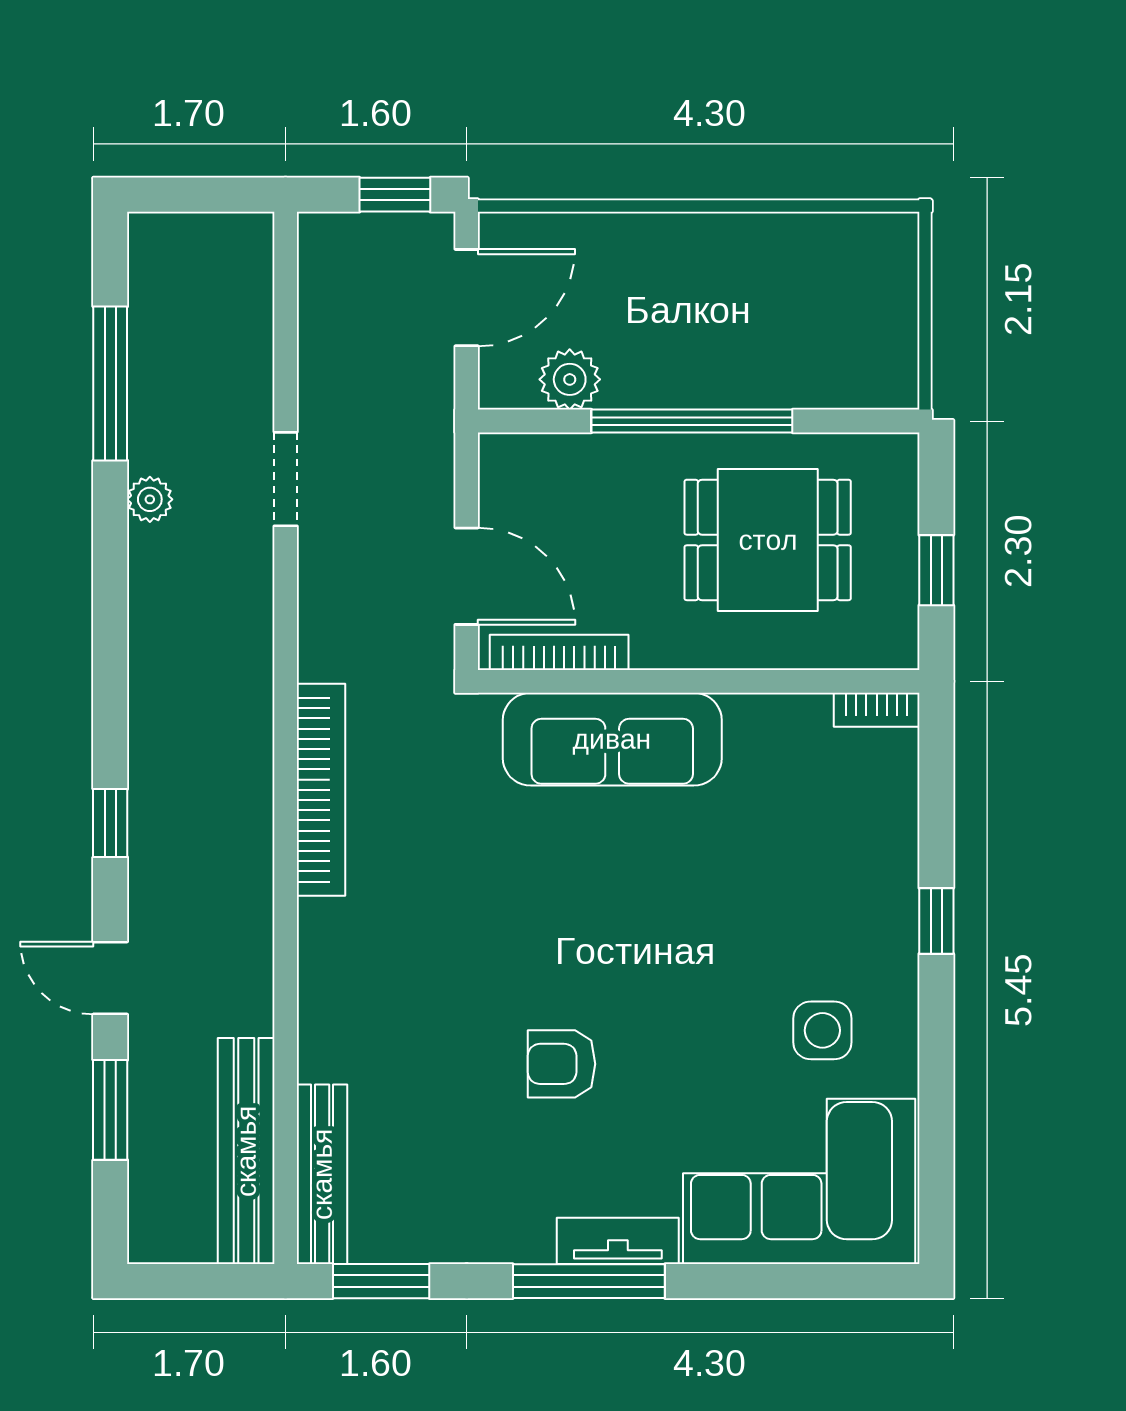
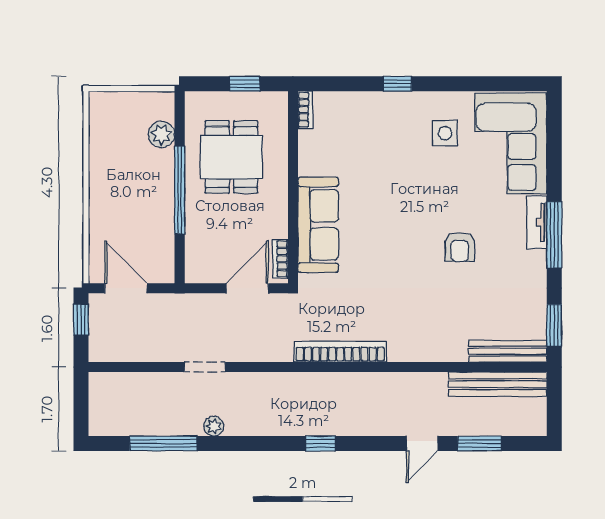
plant: (570, 379) -> (162, 135), moved
bookcase: (559, 652) -> (280, 259), width x0.64
window: (110, 823) -> (321, 443), moved

